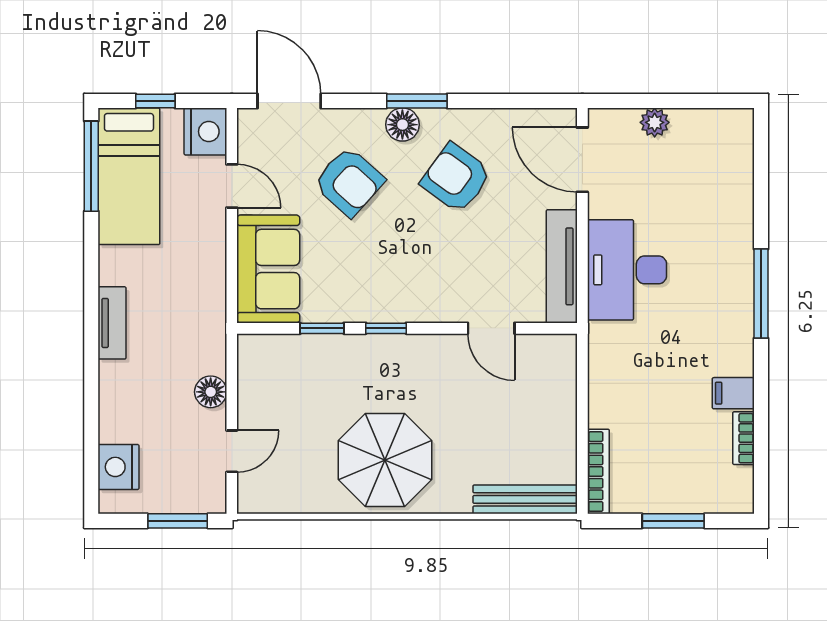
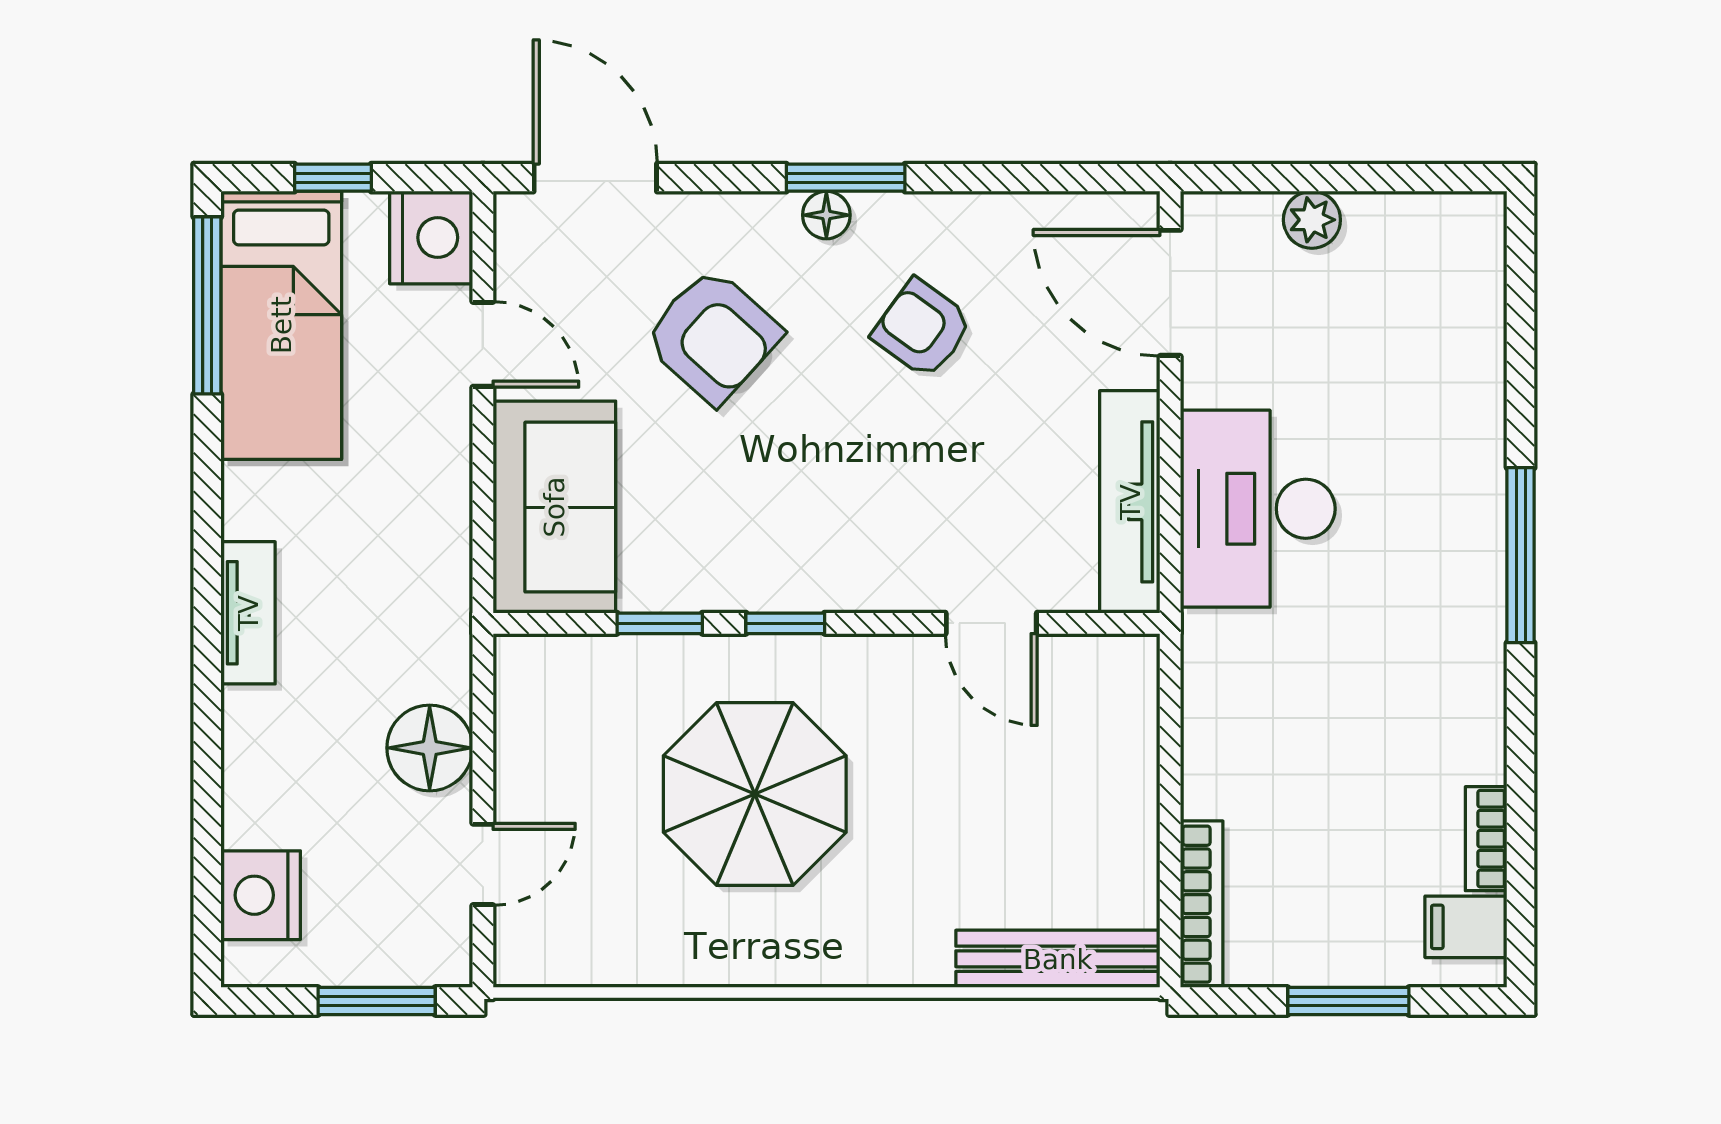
floor lamp: (402, 125) -> (826, 215), width x0.73, depth x0.73
armchair: (456, 178) -> (922, 329), width x0.72, depth x0.72
floor lamp: (211, 392) -> (430, 748), width x1.38, depth x1.38
filing cabinet: (733, 393) -> (1466, 927), moved
parasol: (385, 460) -> (755, 794), moved

